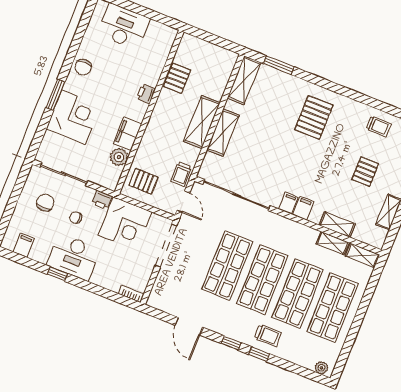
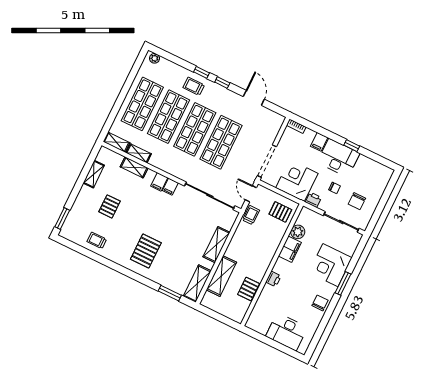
shelving: (202, 122) -> (221, 276), moved
filing cabinet: (24, 245) -> (319, 142), moved

